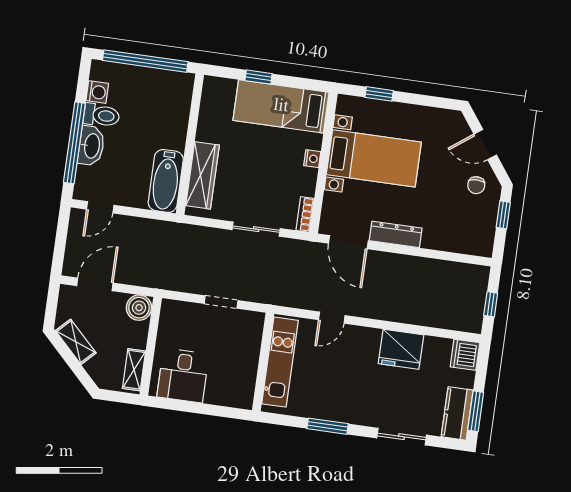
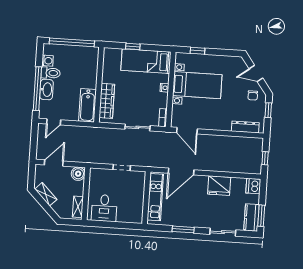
dresser: (396, 234) -> (245, 127), moved
door: (332, 318) -> (181, 171), width x1.87

